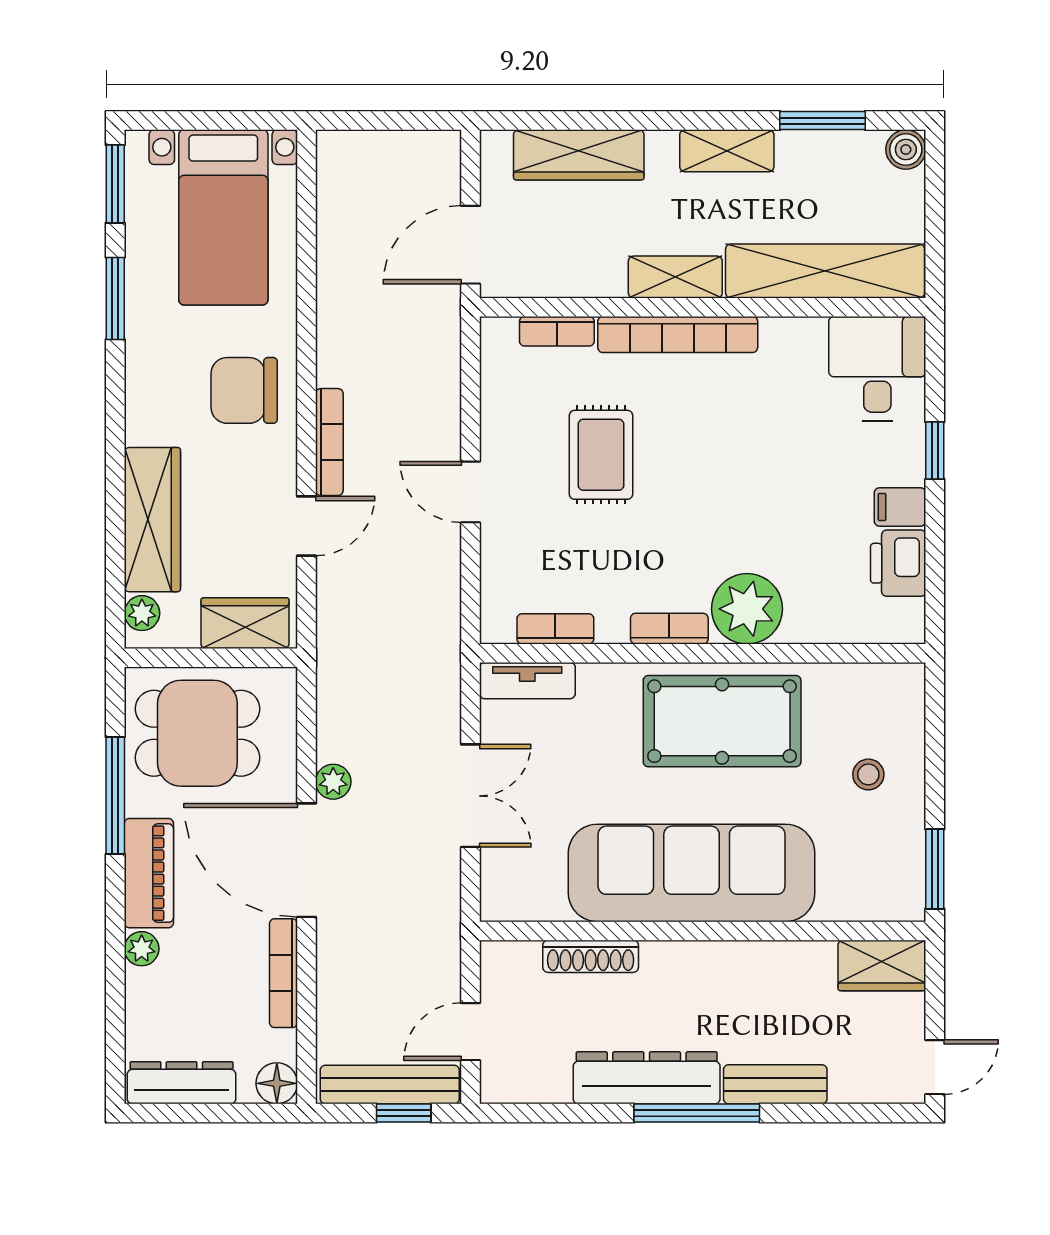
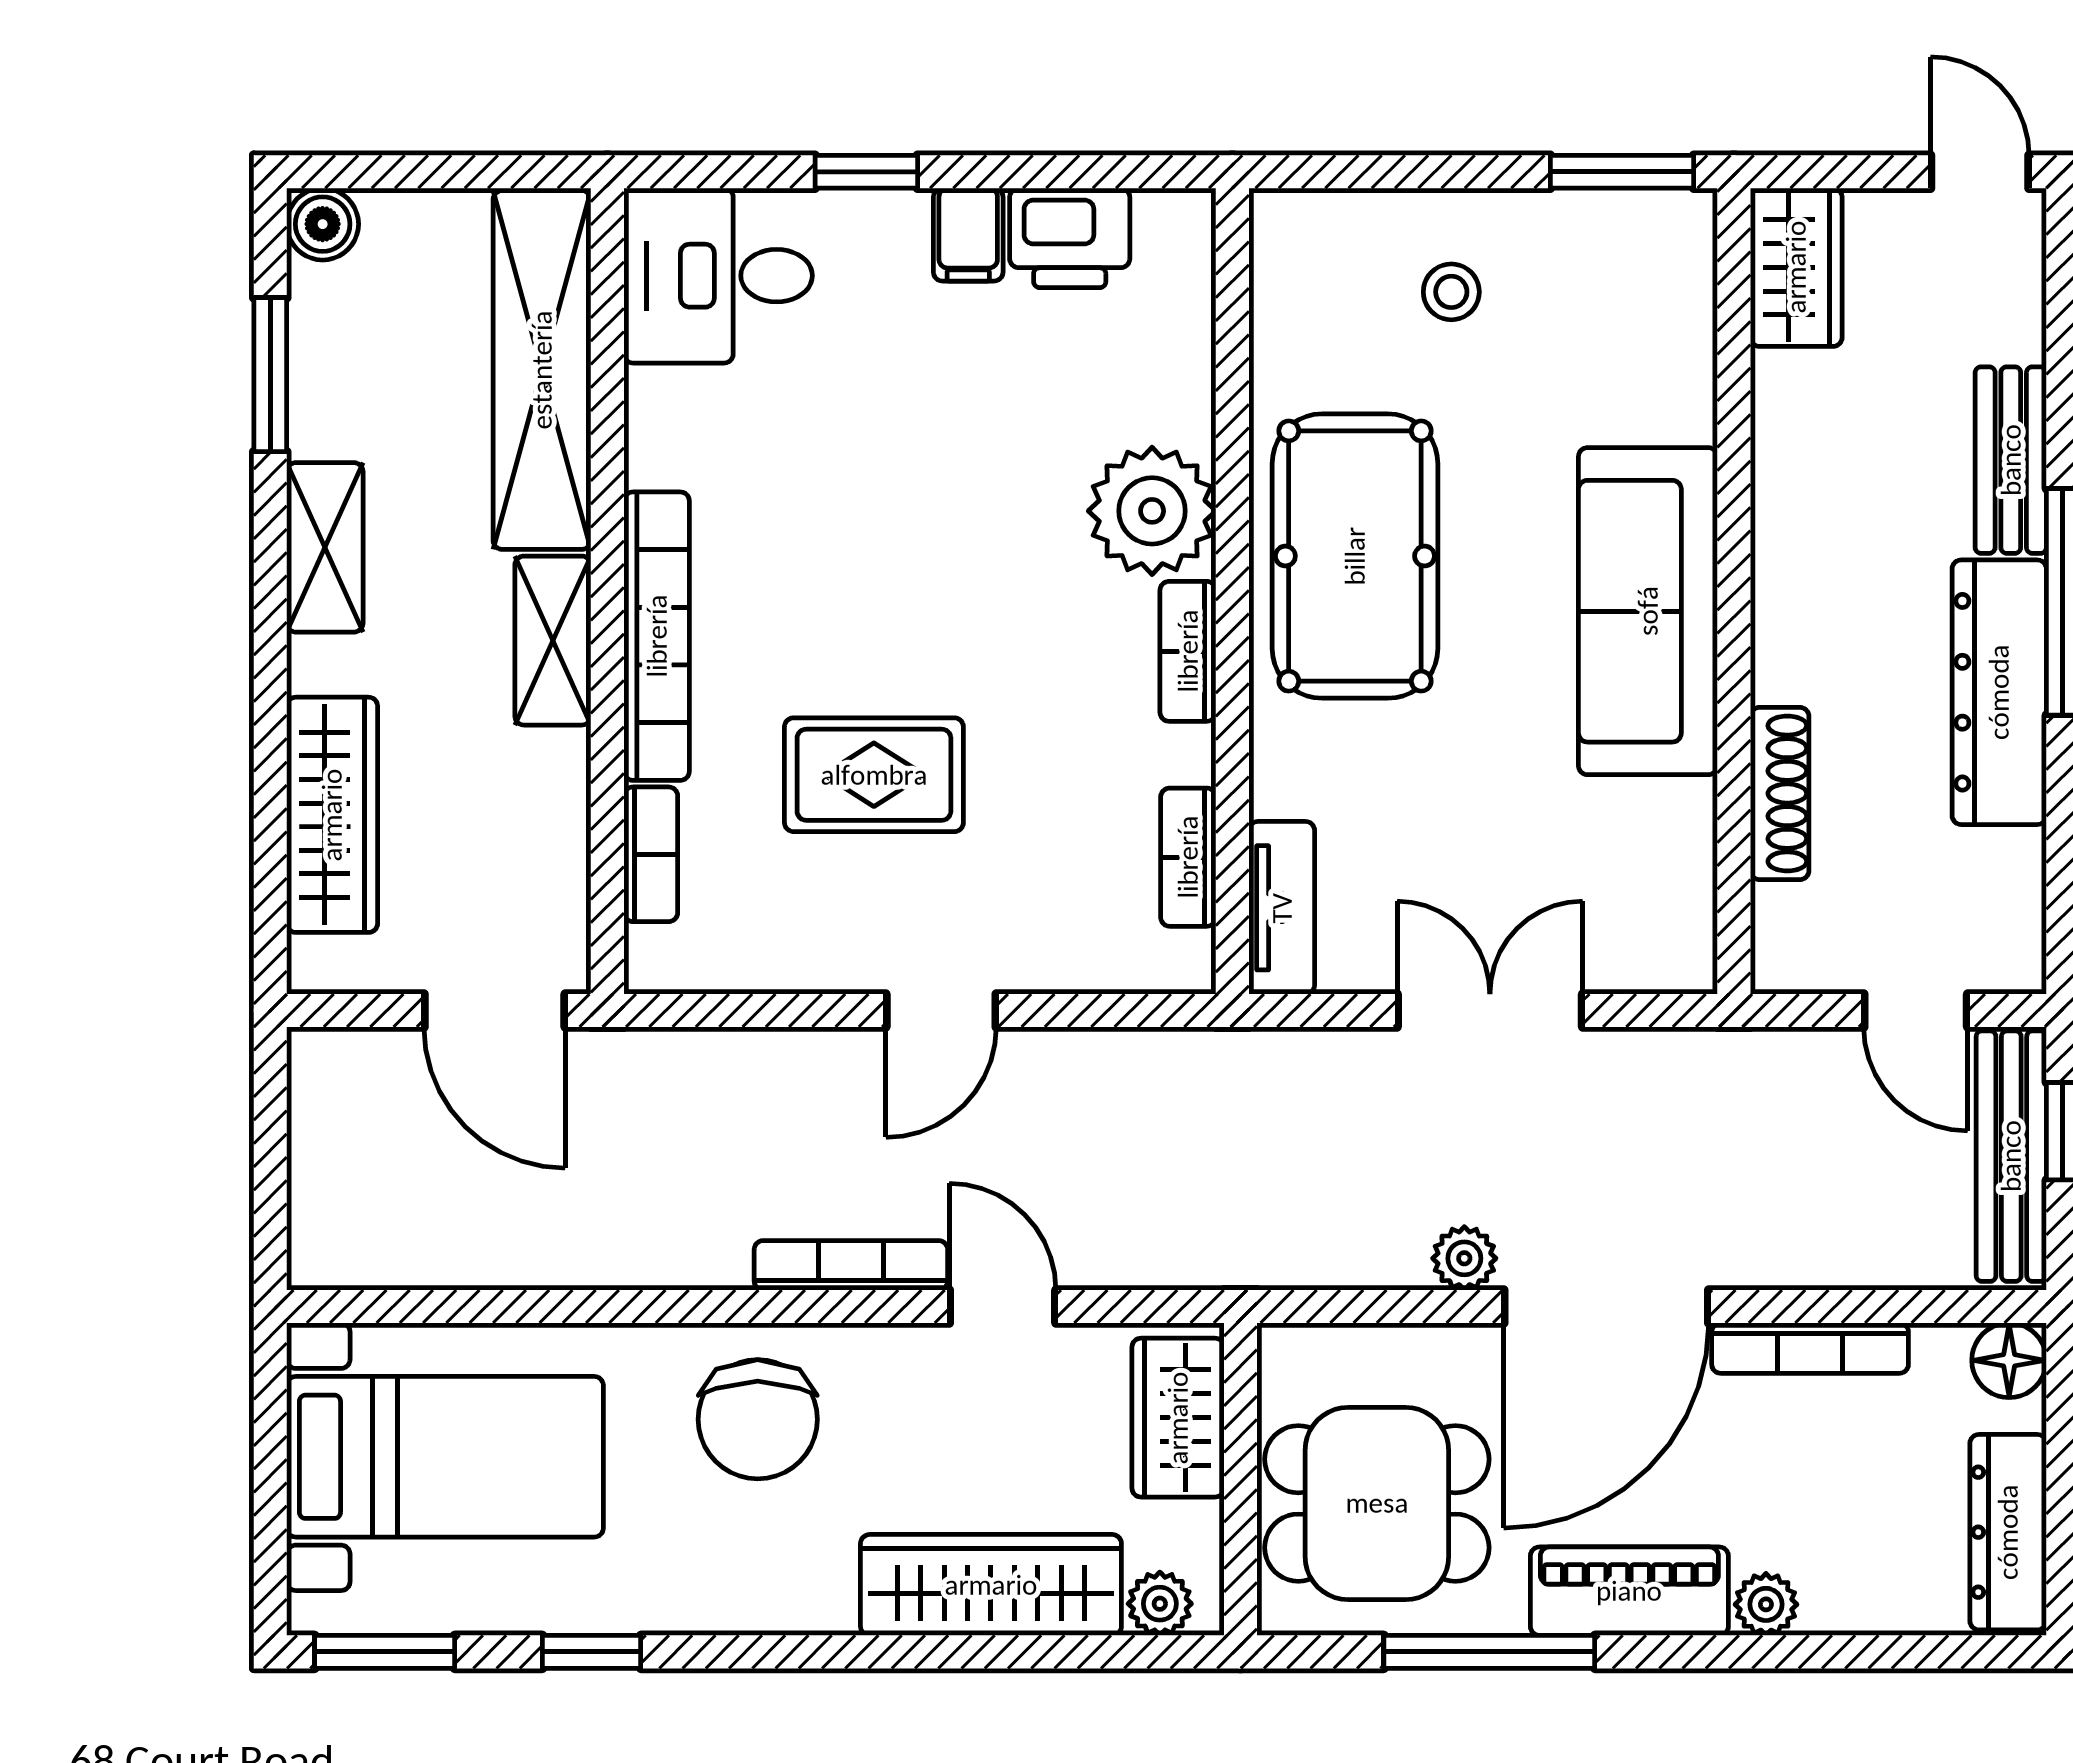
window: (115, 298) -> (592, 1652), width x0.67
dining table: (197, 733) -> (1377, 1503), turned 90
sofa: (692, 873) -> (1648, 611), width x0.74, depth x0.79

